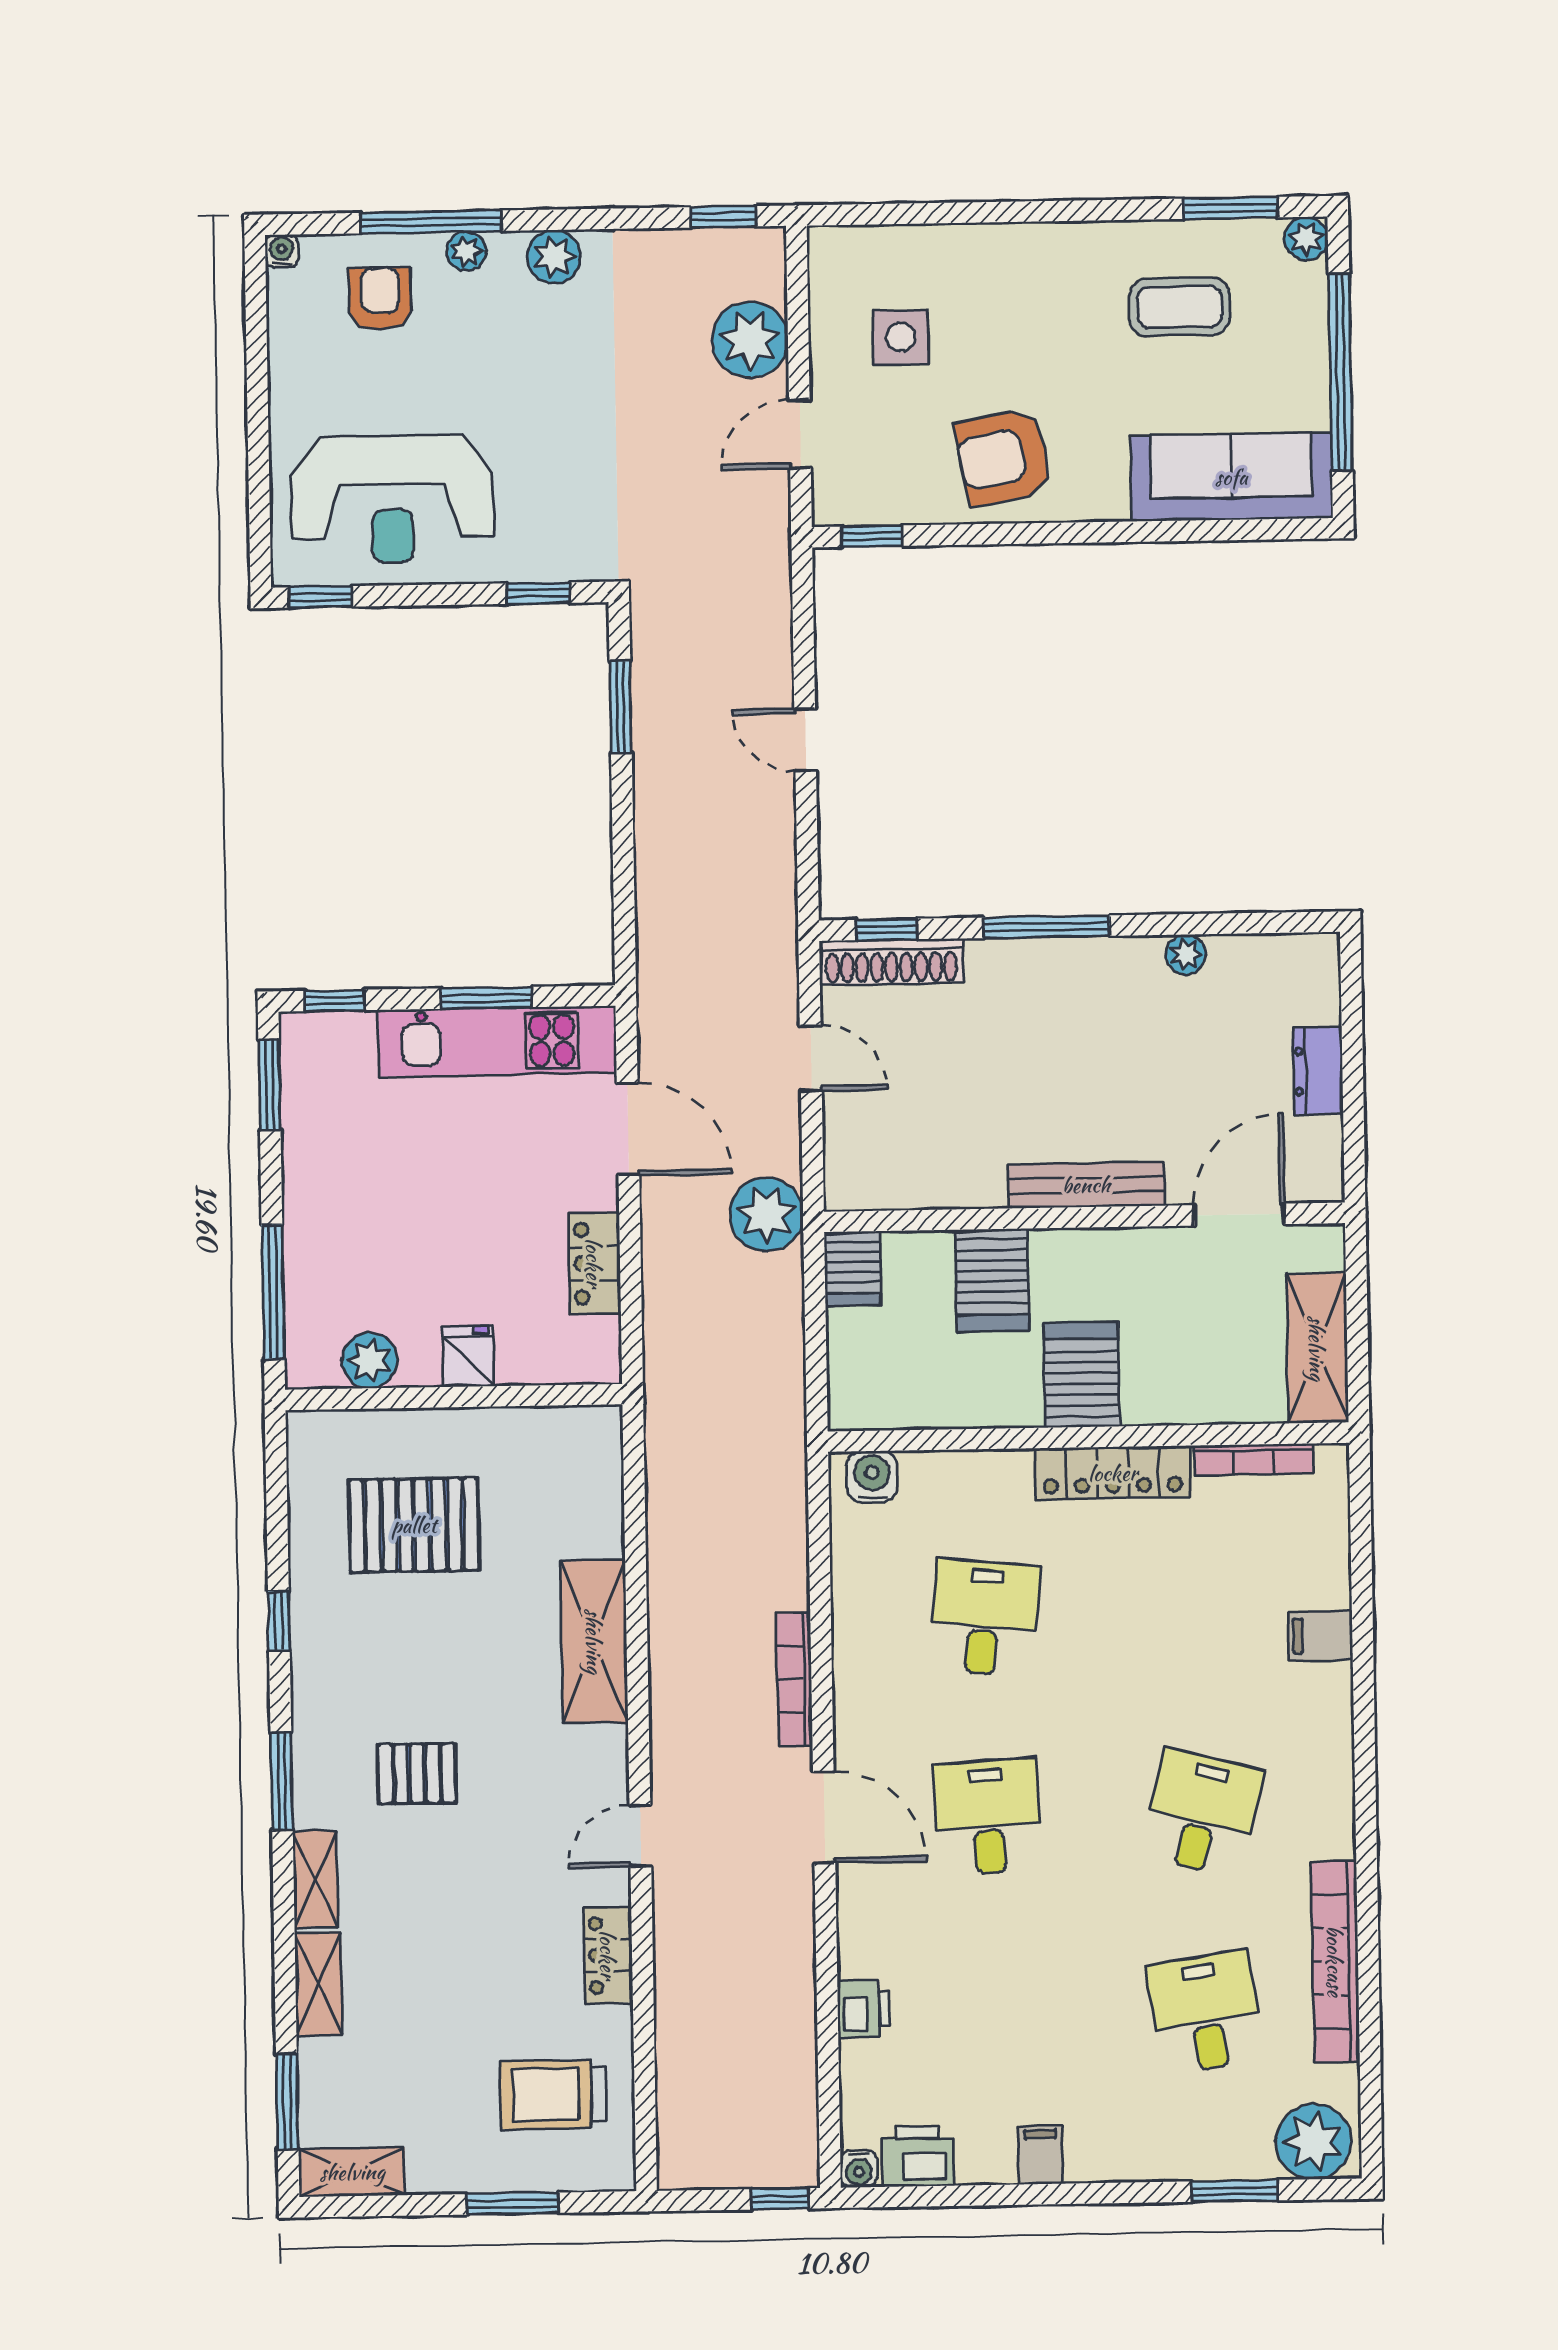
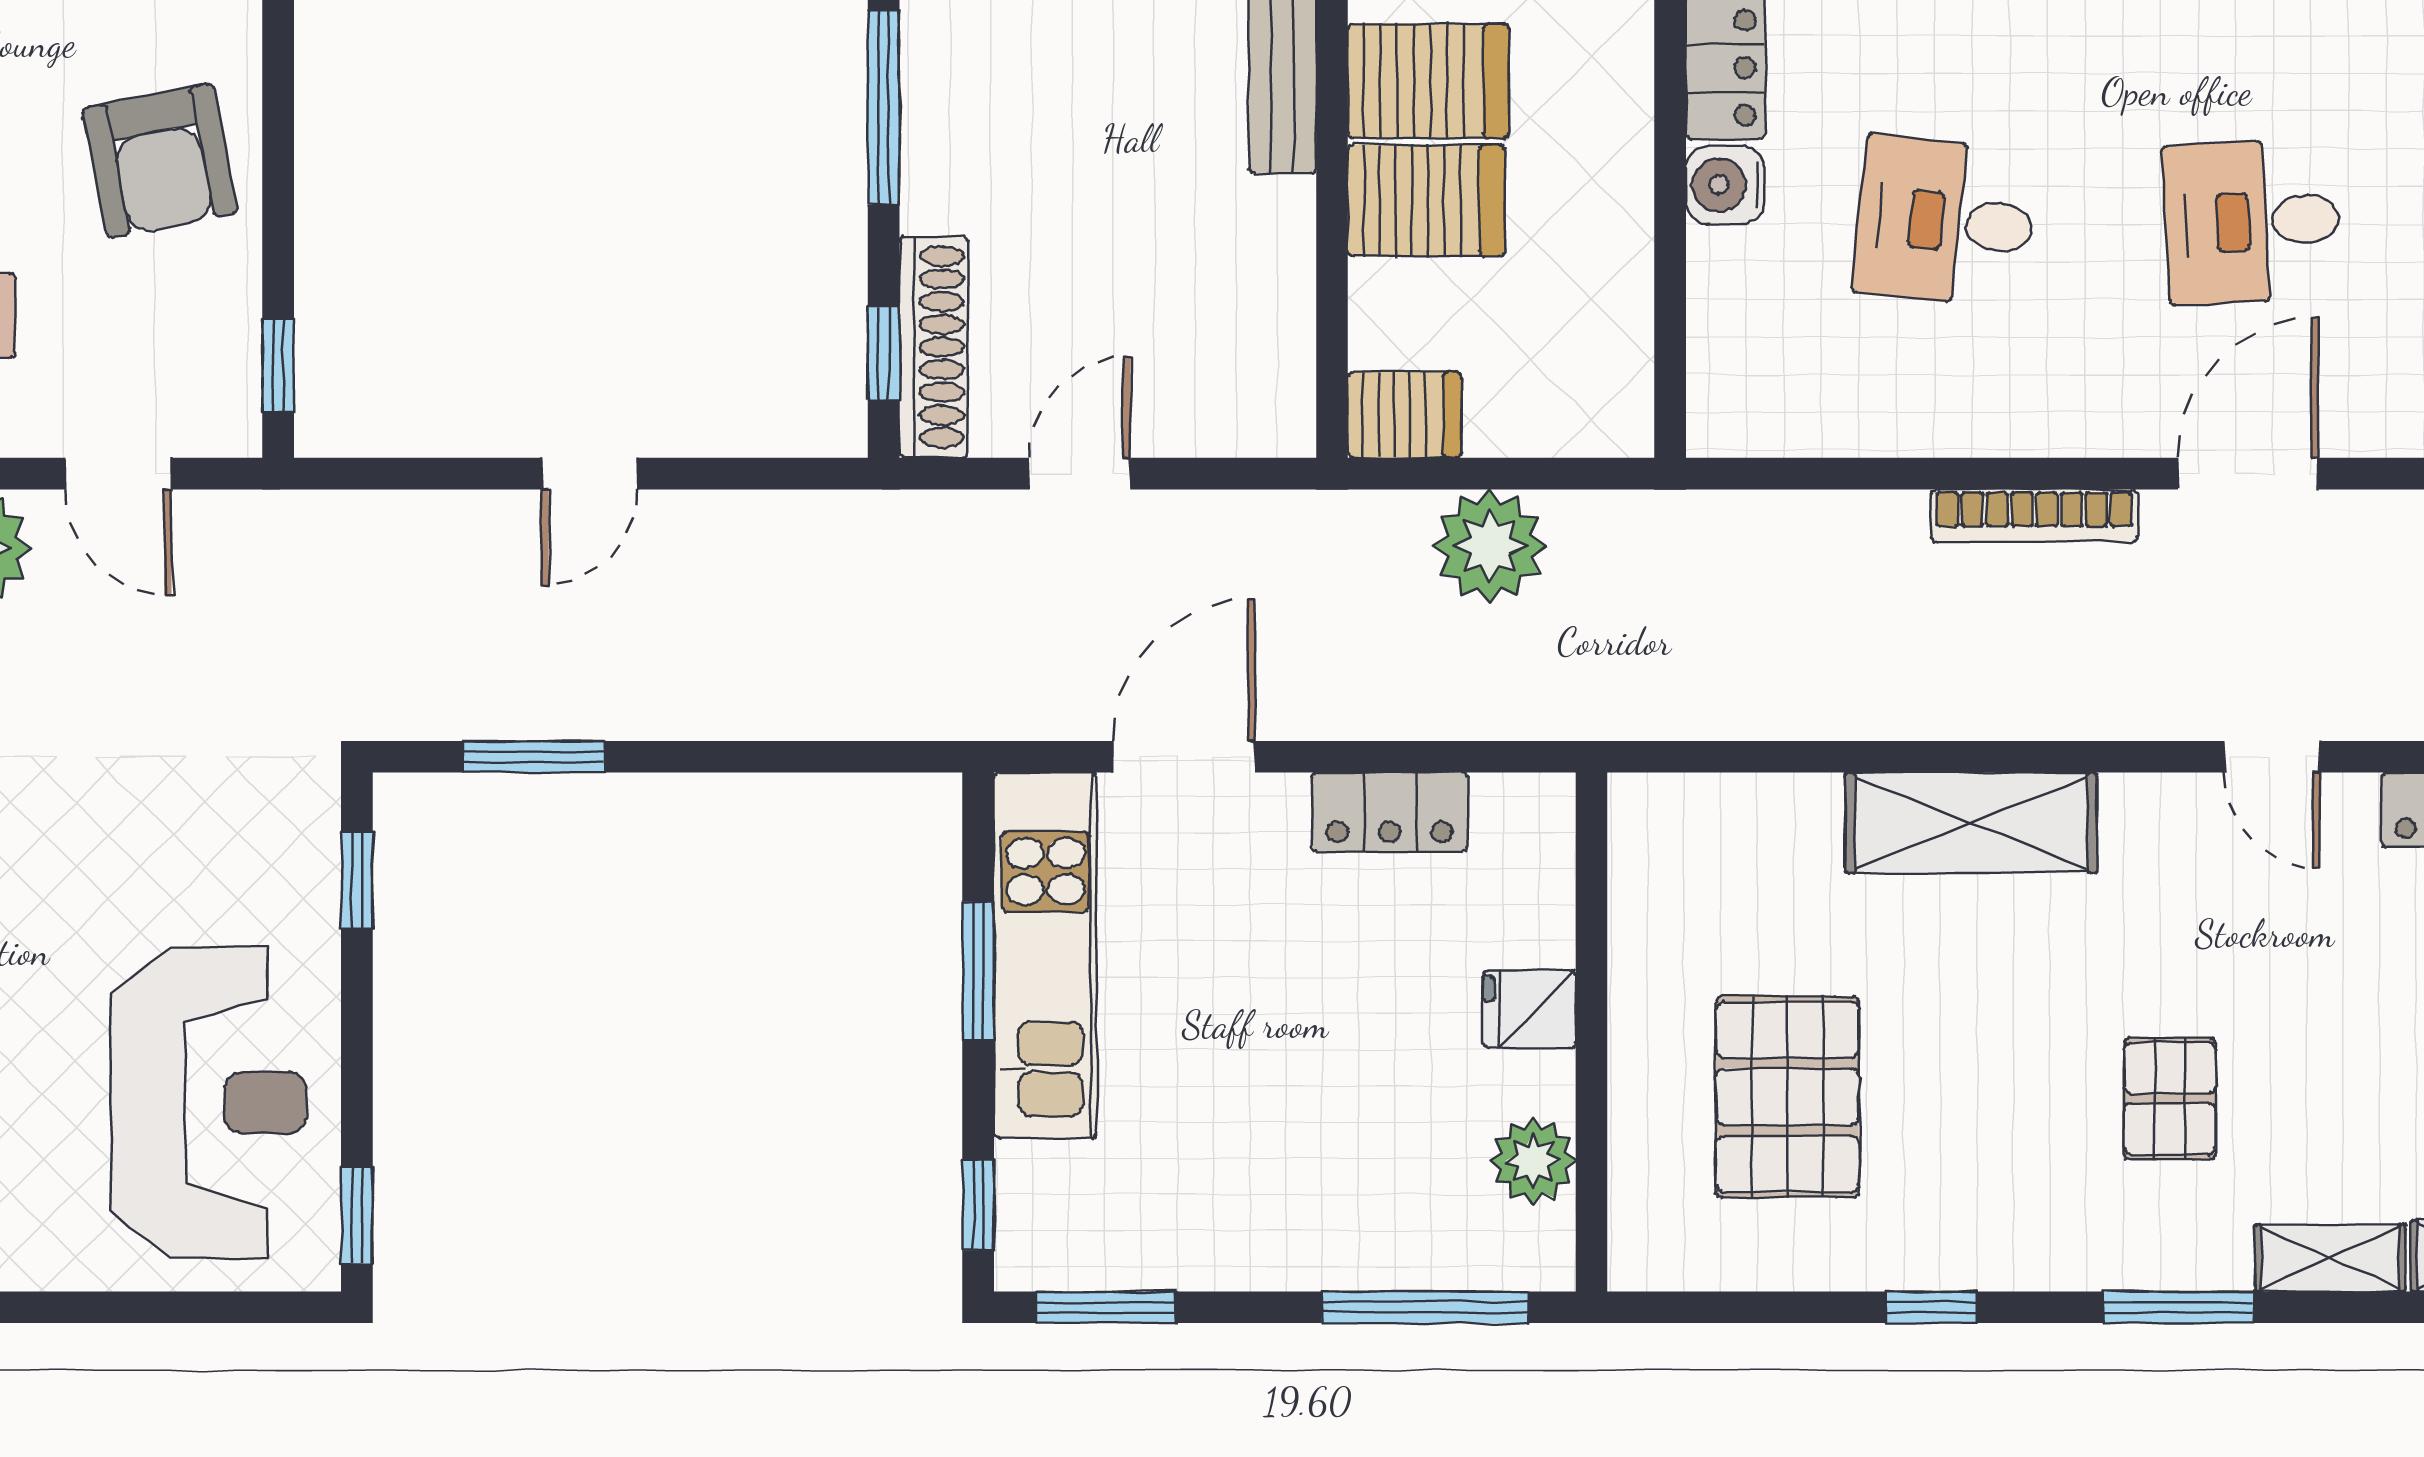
plant: (766, 1214) -> (1490, 546), moved
server rack: (1082, 1375) -> (1428, 81), moved, turned 180
water cooler: (872, 1477) -> (1725, 185), moved

